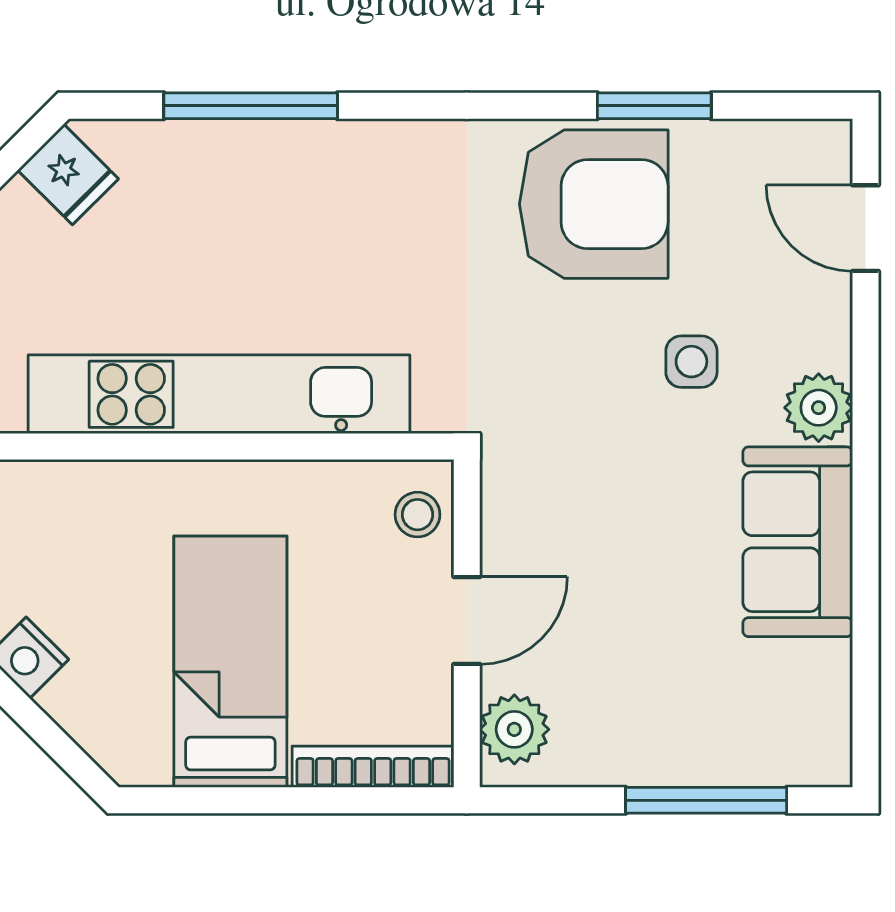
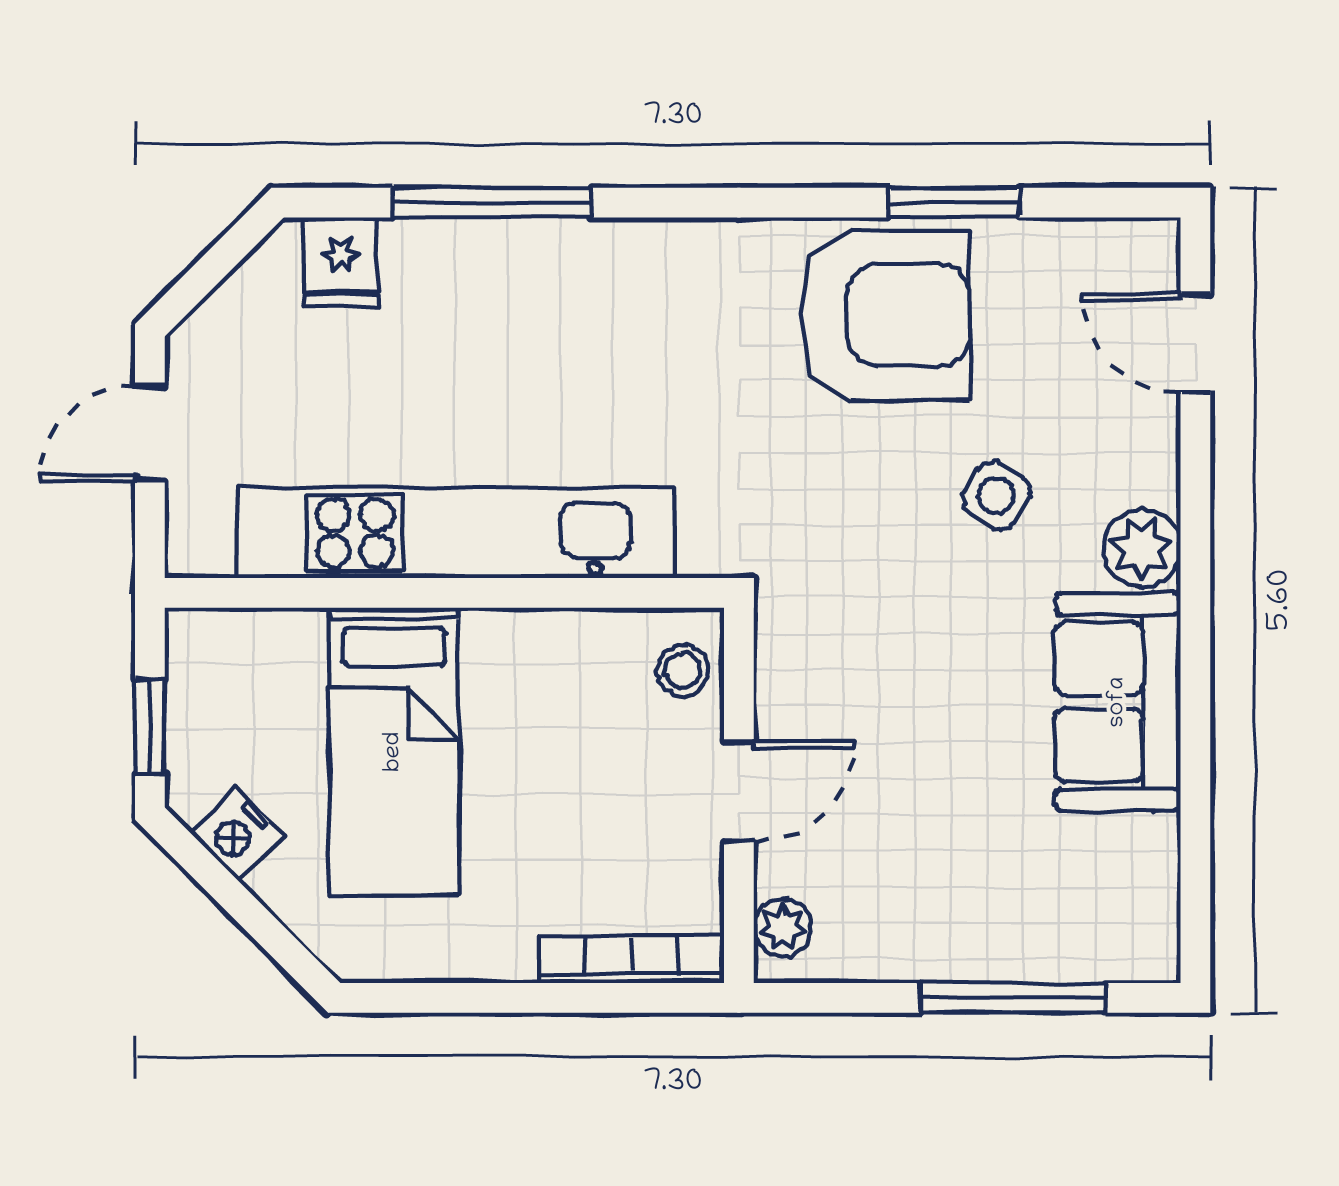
fridge: (68, 174) -> (341, 262), moved, turned 45
side table: (691, 362) -> (996, 496), turned 32
bed: (230, 662) -> (394, 752), moved, turned 180
plant: (514, 729) -> (783, 927), width x0.73, depth x0.73

